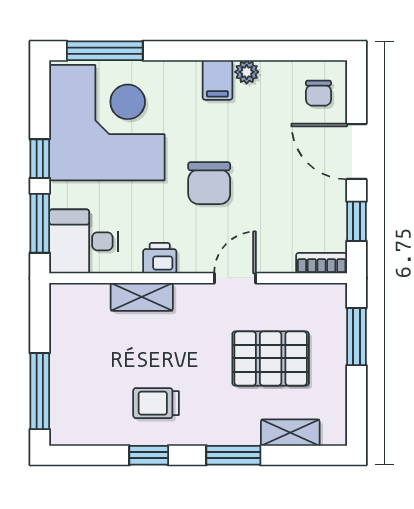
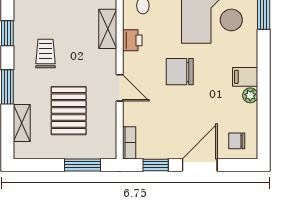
trolley: (156, 403) -> (46, 53), moved

